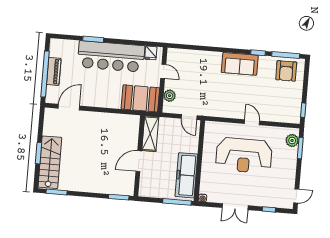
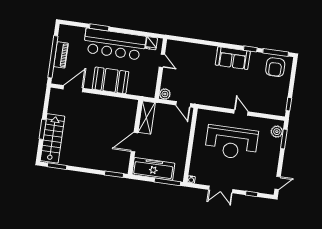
plant: (170, 96) -> (165, 94), moved
booth: (140, 98) -> (111, 80), moved
freezer: (186, 175) -> (153, 169), moved, turned 90

